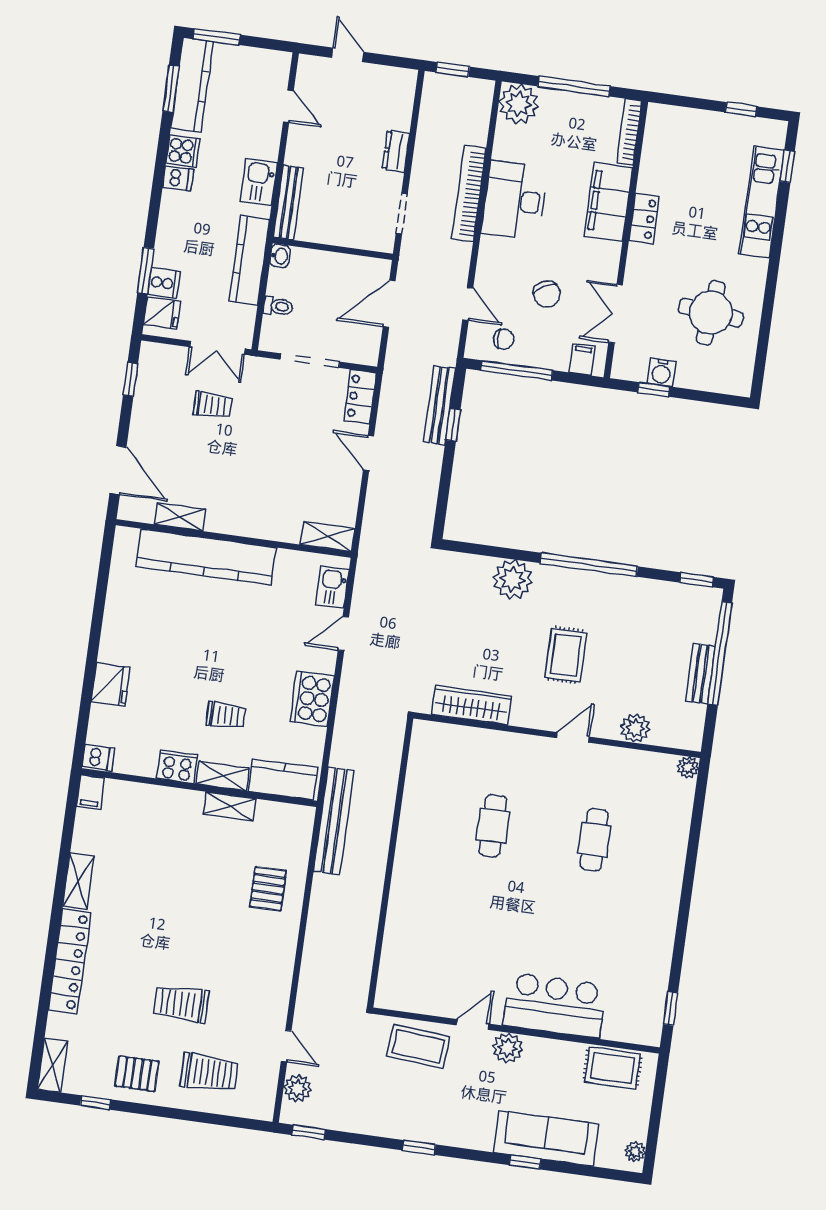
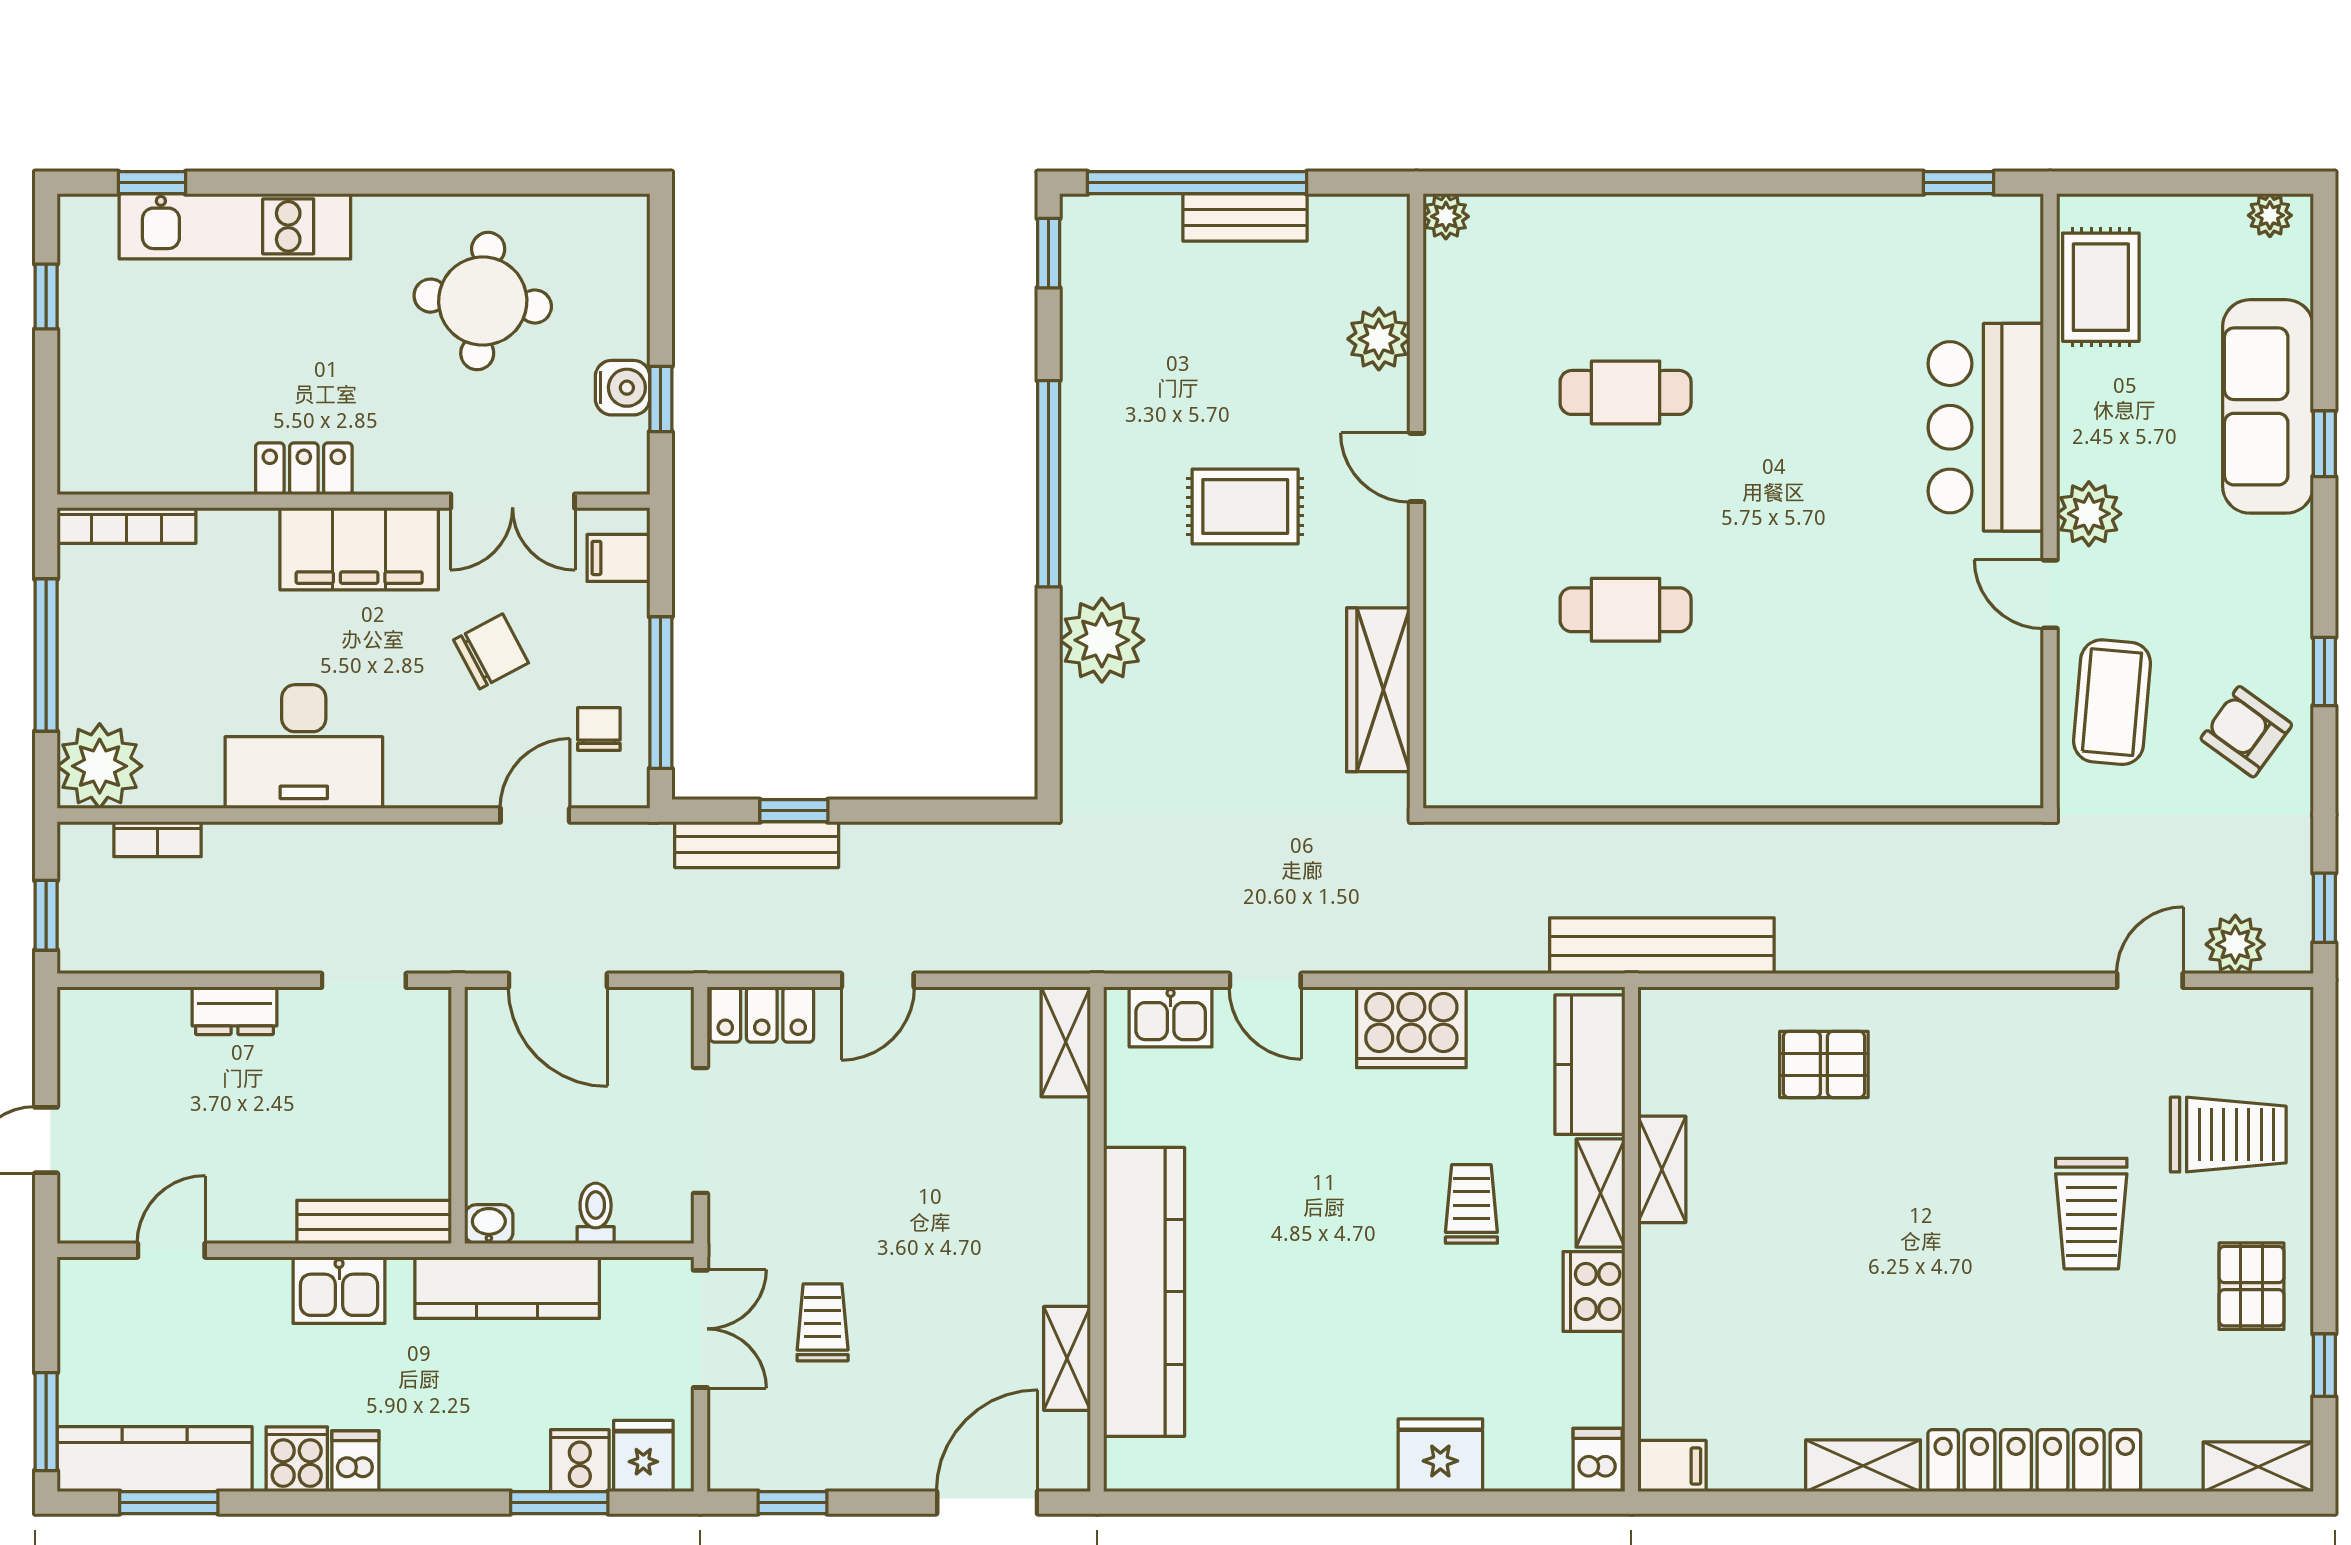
bookcase: (469, 194) -> (158, 839), moved, width x0.43, depth x0.76
filing cabinet: (608, 202) -> (359, 549), moved
trolley: (209, 1073) -> (2228, 1135), turned 90
armchair: (396, 1107) -> (2246, 732), added

